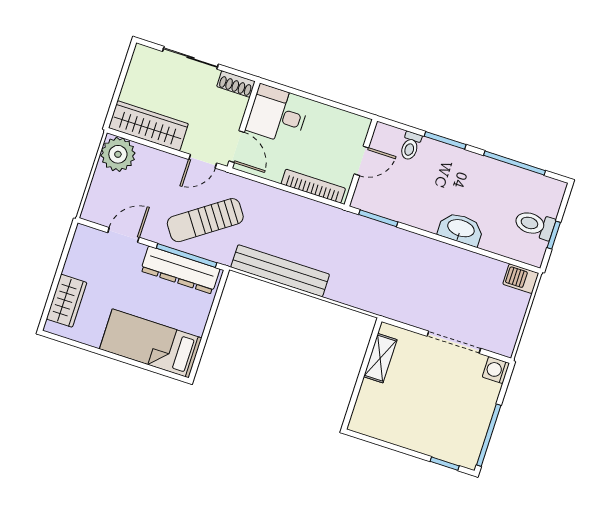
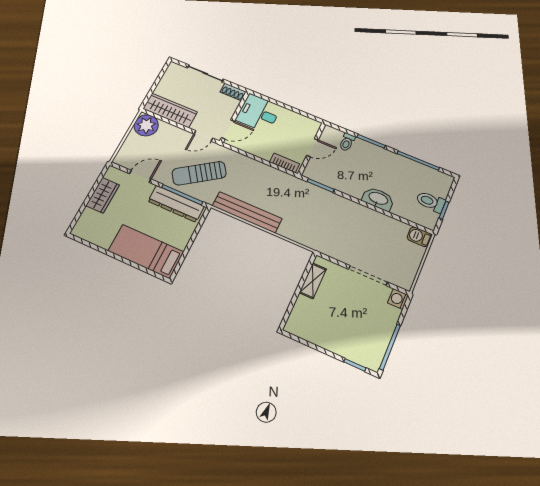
door: (237, 147) -> (228, 130), hinge flipped
bookcase: (313, 186) -> (285, 163), width x0.64
wardrobe: (67, 301) -> (103, 195), moved

